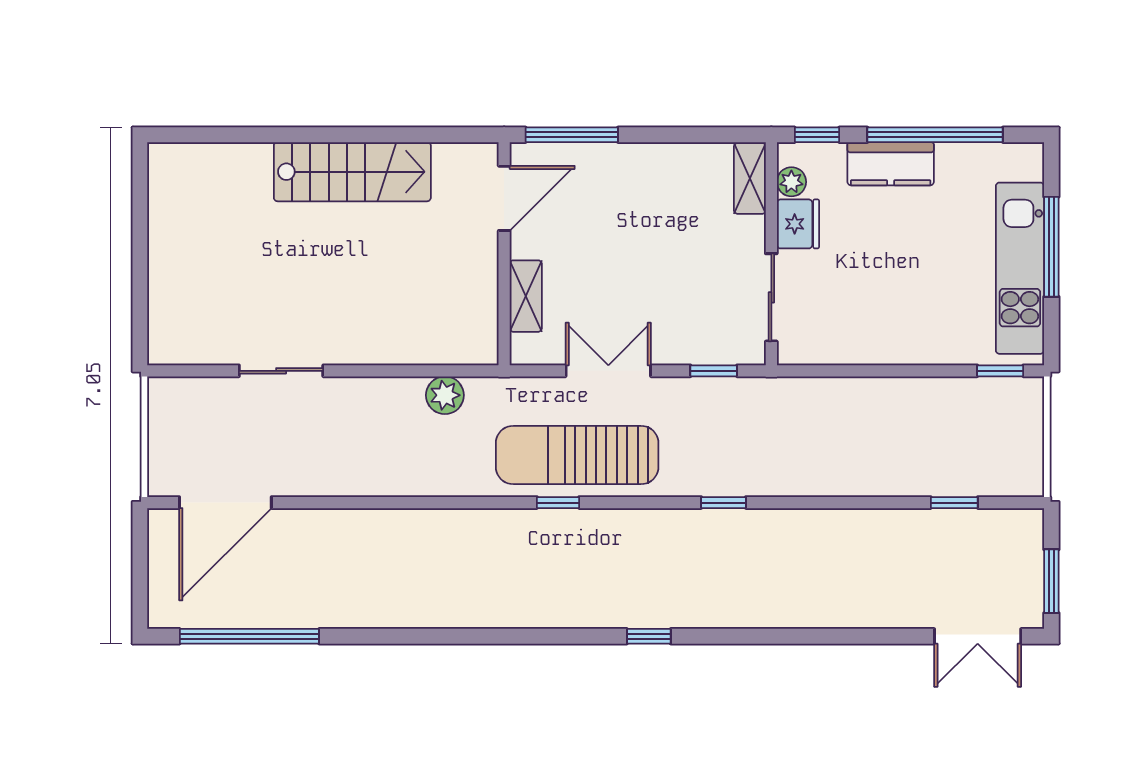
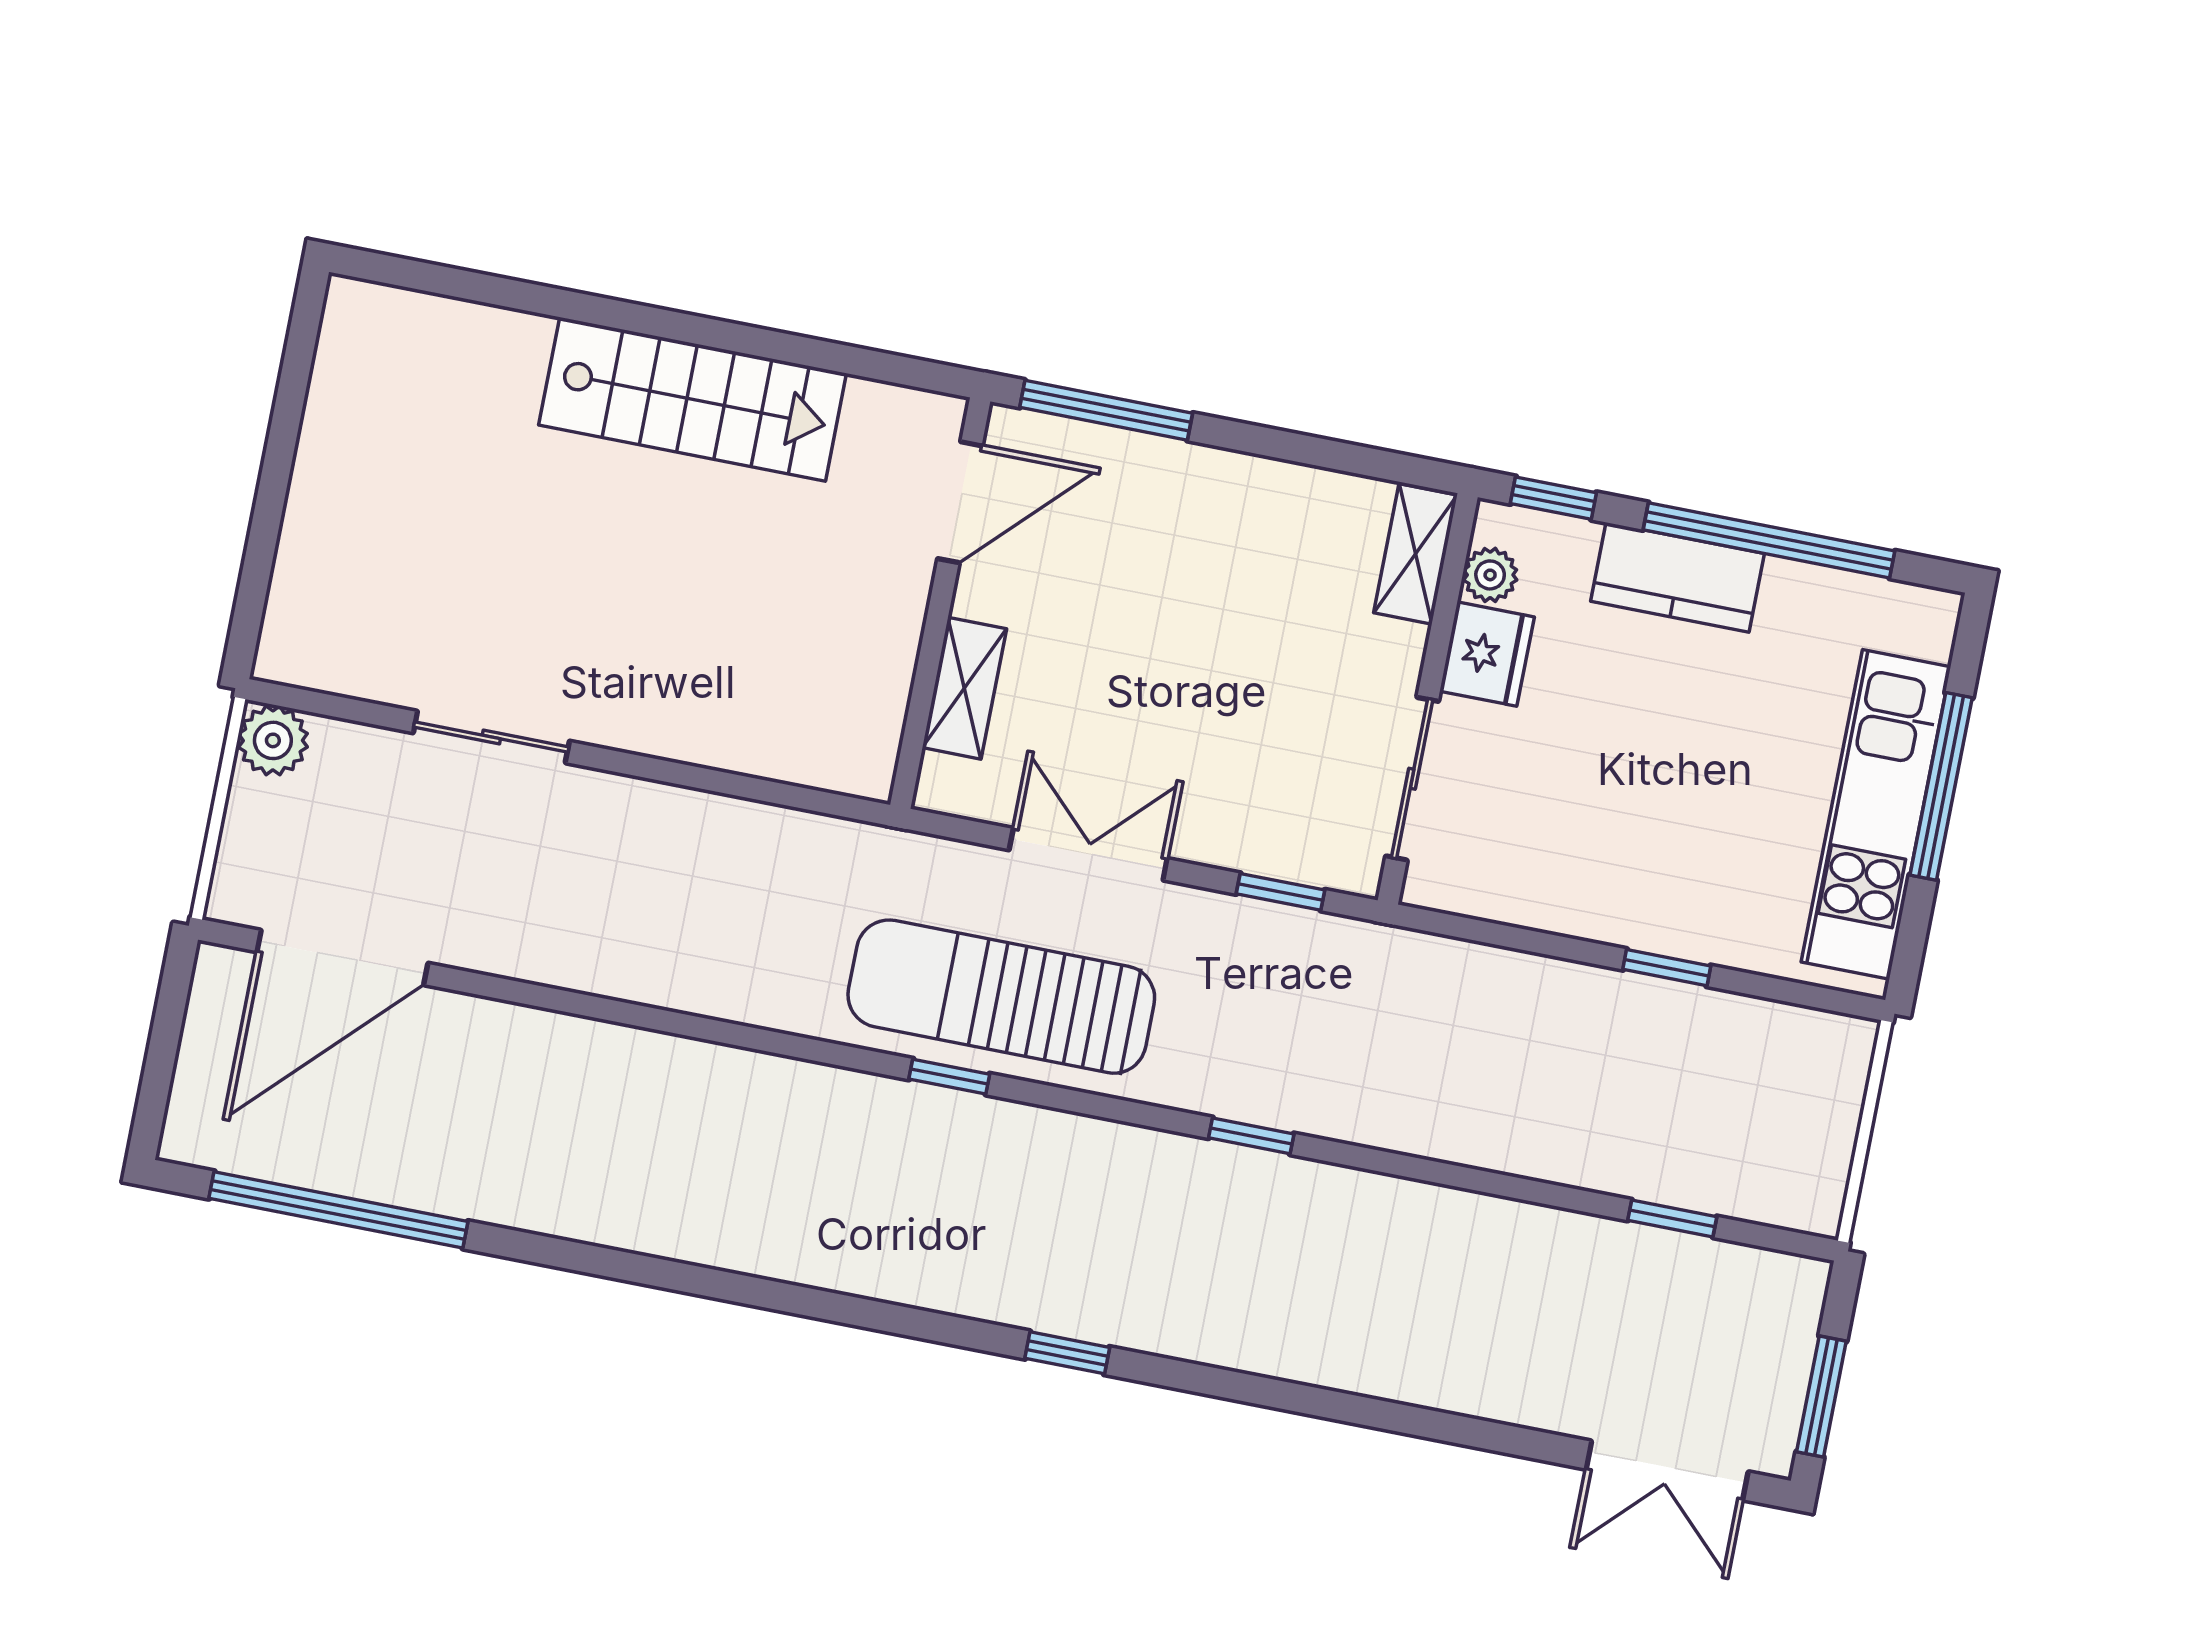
window: (1000, 371) -> (1667, 968), moved
plant: (445, 395) -> (273, 740), moved

